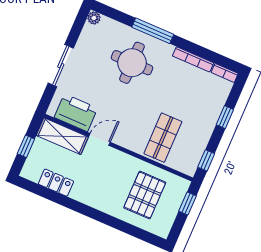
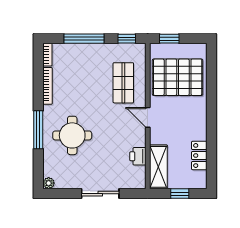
printer: (76, 113) -> (138, 156), width x0.53, depth x0.68
window: (225, 117) -> (84, 39), width x2.17
shop shelf: (163, 138) -> (123, 83), turned 90
door: (99, 139) -> (148, 117), moved
pallet: (145, 195) -> (178, 77), width x1.37, depth x1.41

